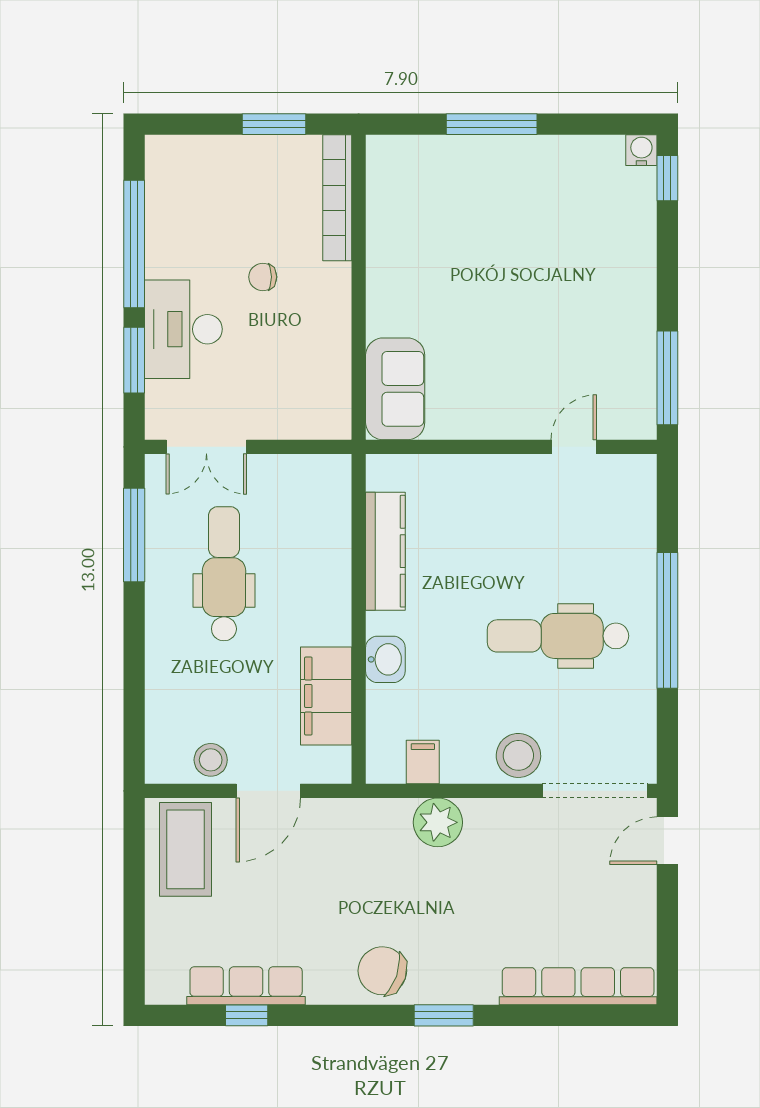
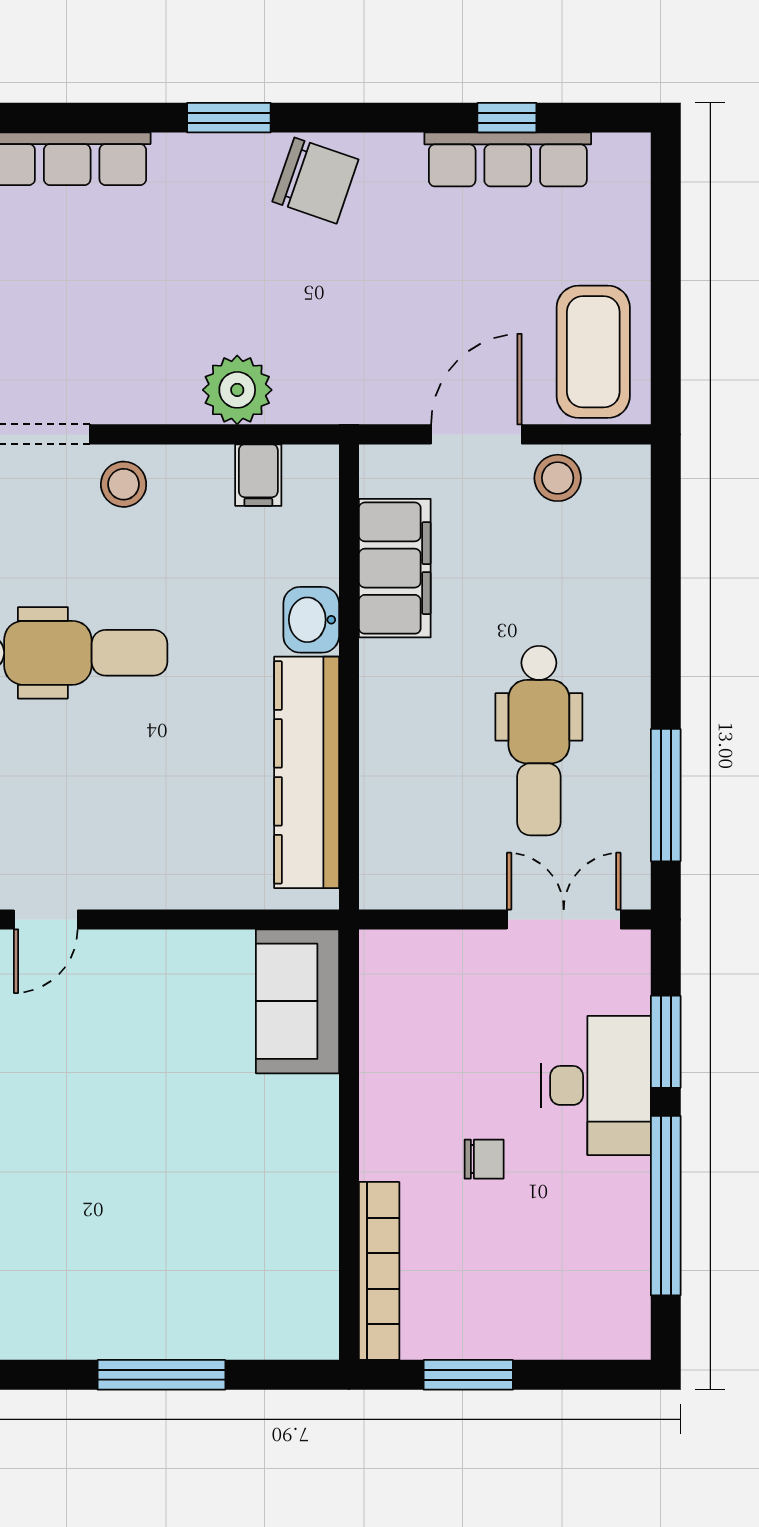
kitchen counter: (385, 551) -> (307, 772), width x1.39, depth x1.17
stool: (518, 755) -> (124, 484), width x0.73, depth x0.73

